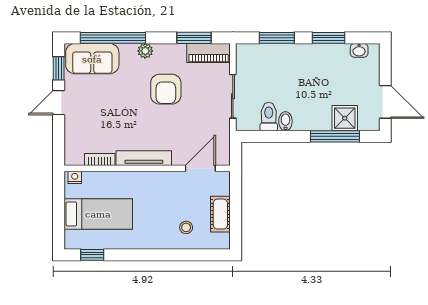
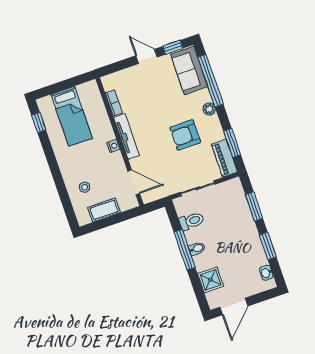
bidet: (285, 121) -> (197, 248), moved
window: (335, 136) -> (185, 250), moved
nightstand: (75, 177) -> (113, 146), moved

